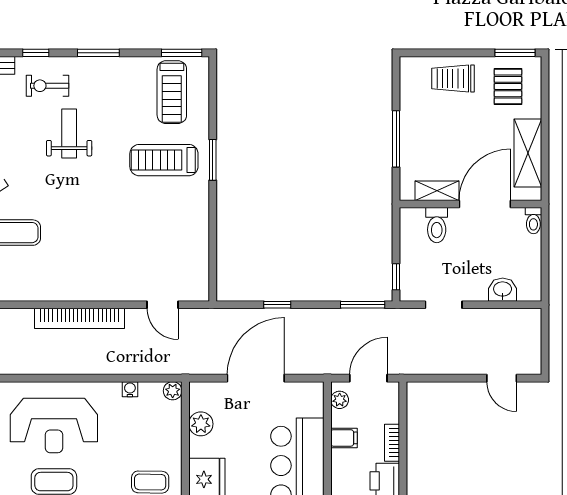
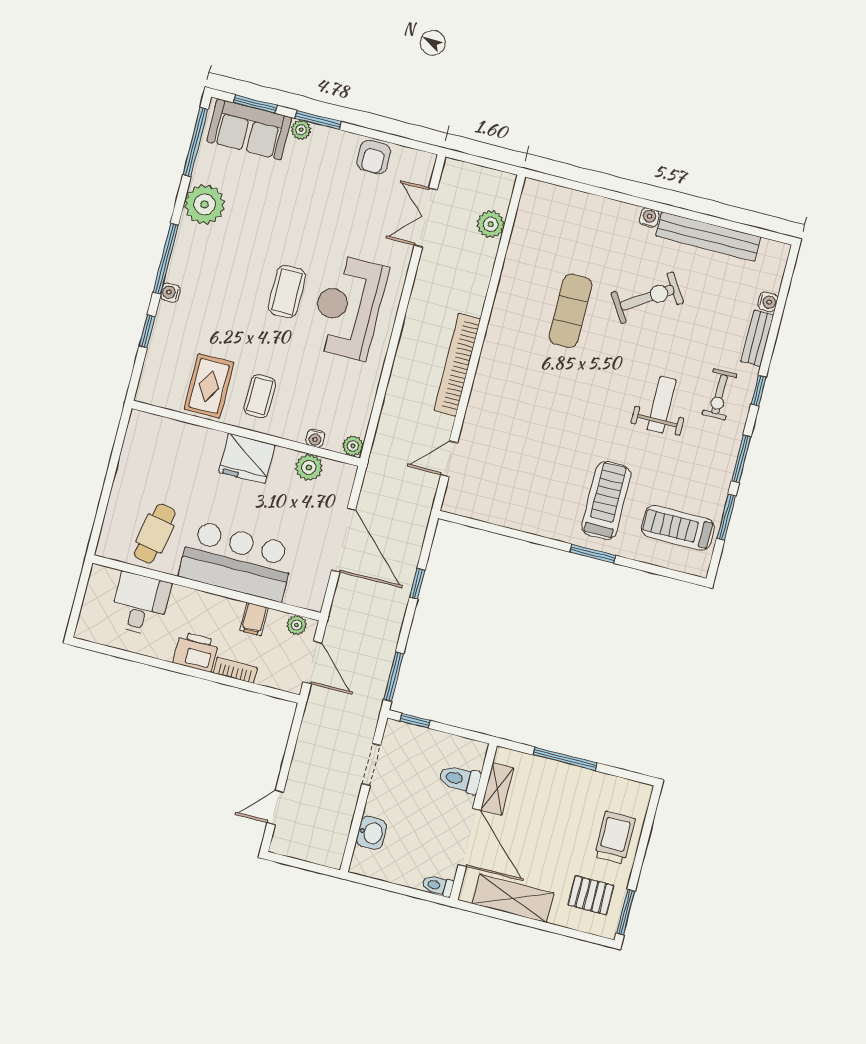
window: (182, 53) -> (726, 517), moved
exercise bike: (48, 86) -> (719, 394), turned 180
weight bench: (69, 133) -> (662, 405), turned -90
water cooler: (130, 389) -> (315, 438), moved, turned 90

